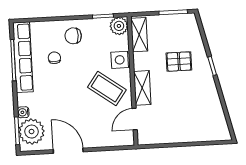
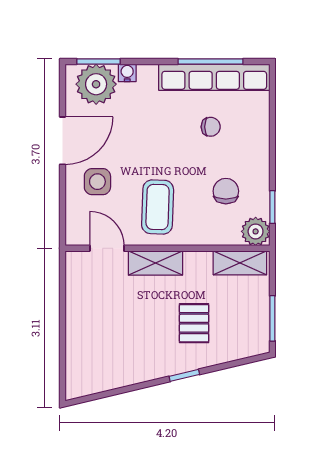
chair: (73, 36) -> (226, 191), moved
side table: (120, 60) -> (97, 182), moved
coffee table: (107, 89) -> (158, 207), turned -34

